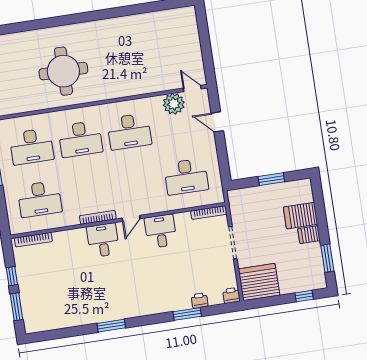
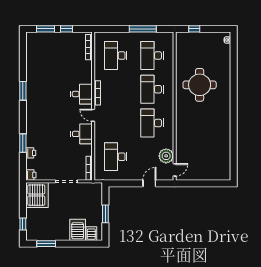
server rack: (309, 235) -> (91, 234), moved

